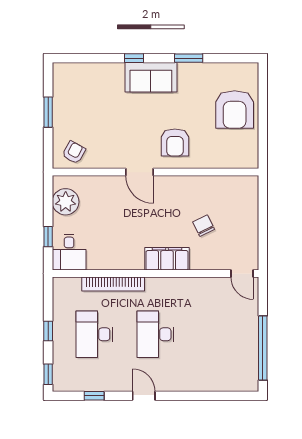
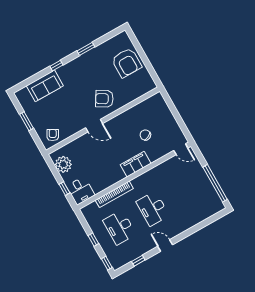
sofa: (151, 77) -> (45, 86), moved
armchair: (175, 142) -> (104, 99), turned 121

